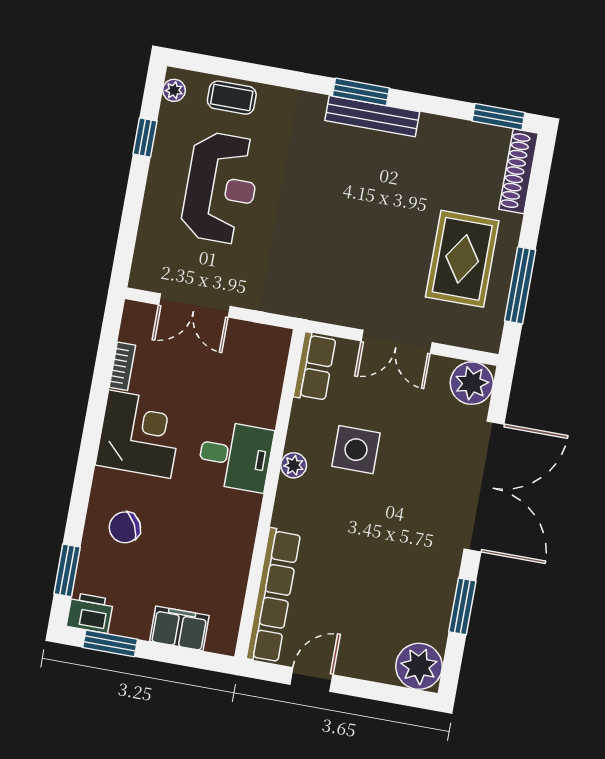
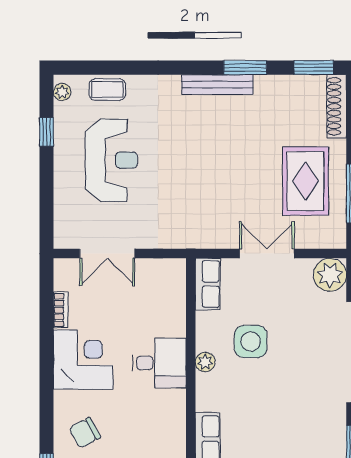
window: (361, 92) -> (245, 68), moved
double door: (397, 342) -> (267, 254), swing flipped

